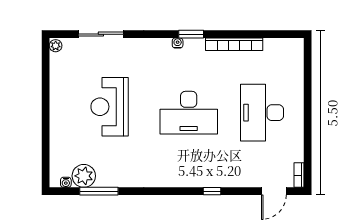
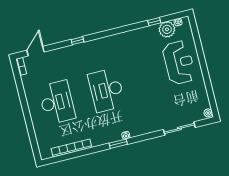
bookcase: (234, 44) -> (71, 148), moved
reception desk: (110, 107) -> (179, 63), moved
desk: (189, 113) -> (107, 90), turned -90
window: (99, 191) -> (154, 22), width x0.46

